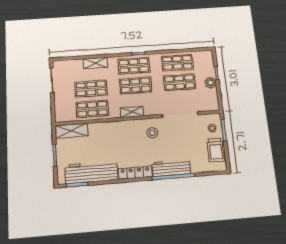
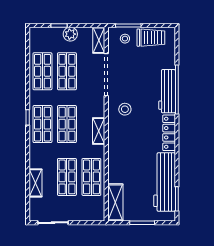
shelving: (95, 63) -> (36, 183), moved
shelving: (208, 106) -> (99, 40), added

